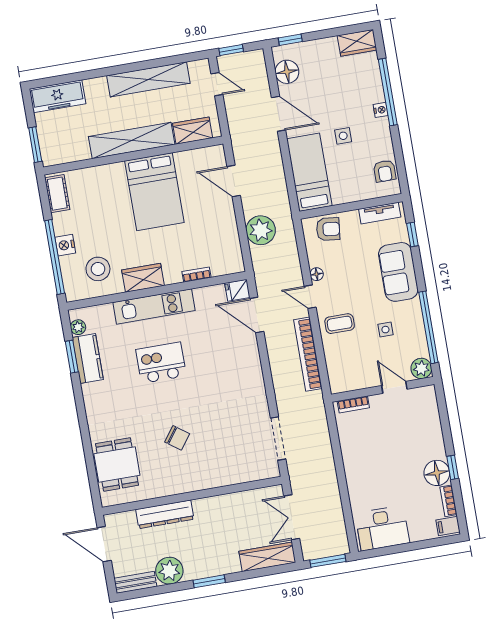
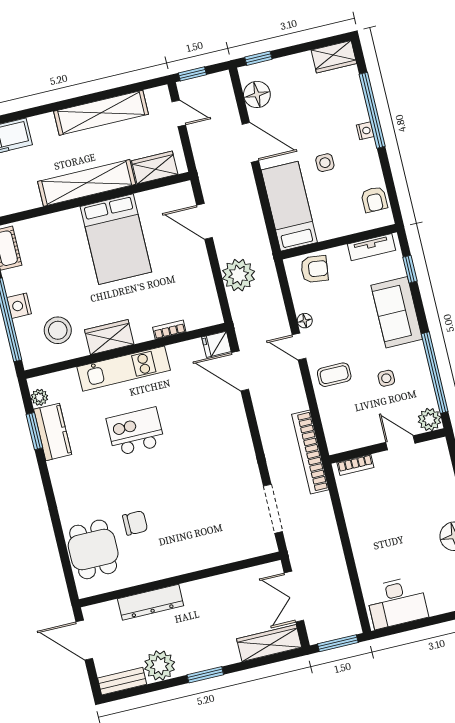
bookcase: (308, 354) -> (310, 452), moved
chair: (177, 438) -> (135, 523), moved, turned -36

